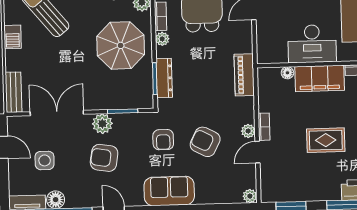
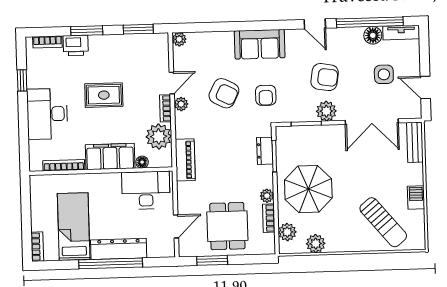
desk: (312, 44) -> (146, 190), moved
dresser: (164, 78) -> (265, 151), width x0.70
plant: (271, 98) -> (159, 136), added
armchair: (163, 140) -> (266, 95), turned 180

